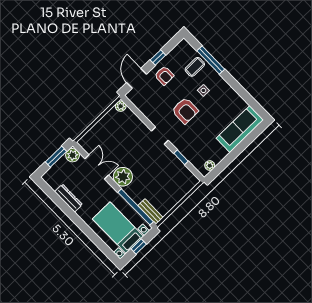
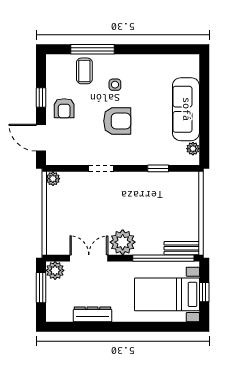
armchair: (164, 76) -> (64, 108), turned 90
sofa: (240, 129) -> (186, 109), moved
doorway: (160, 136) -> (101, 168), moved

